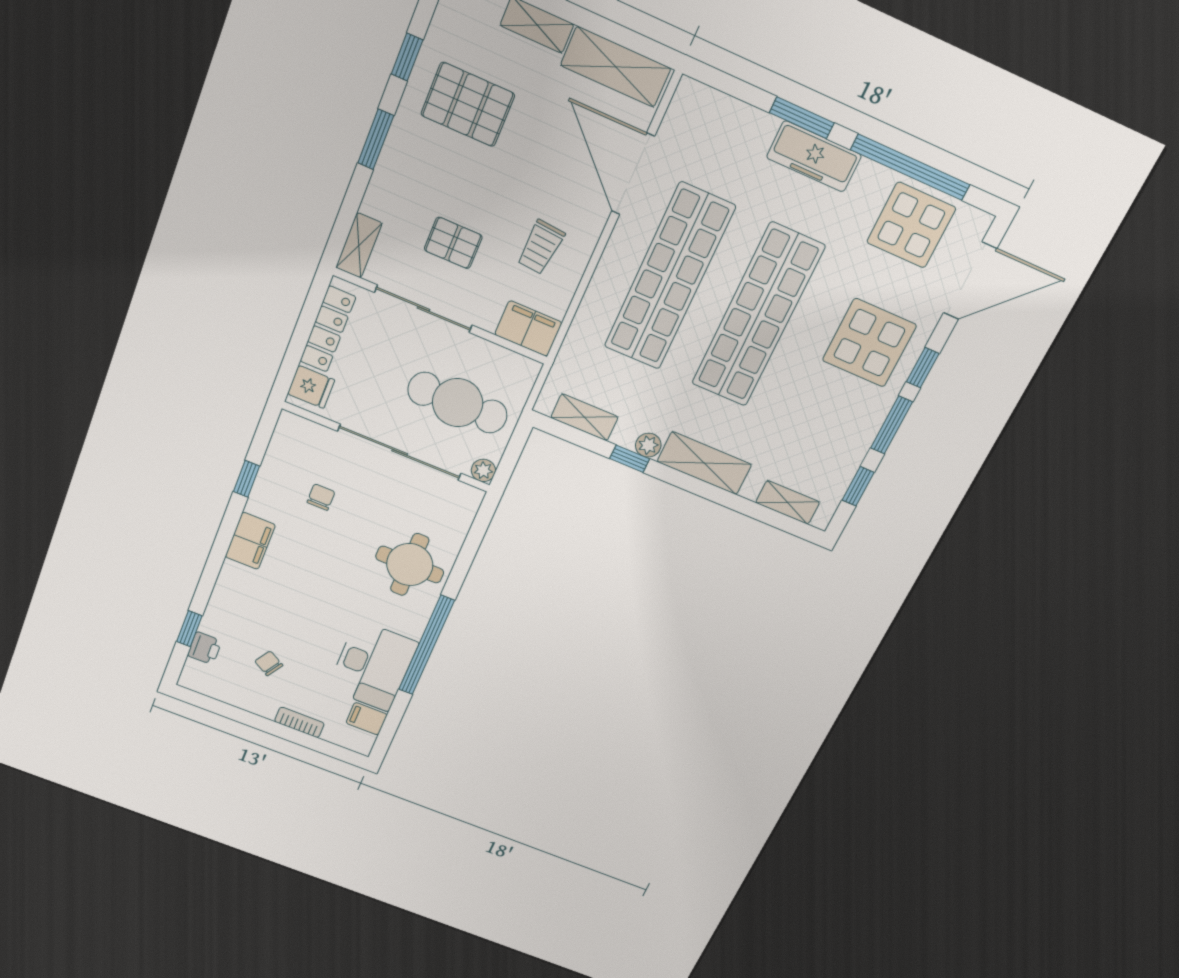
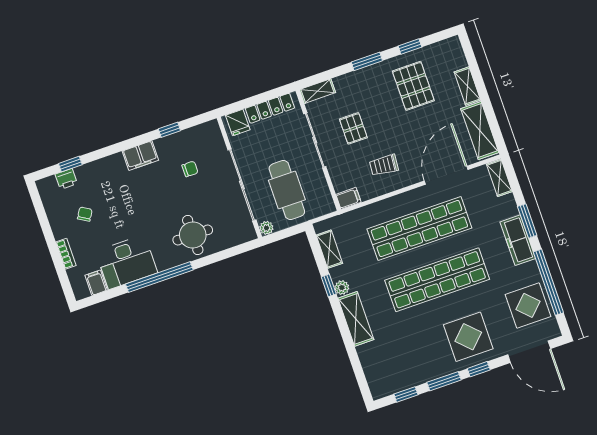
filing cabinet: (528, 329) -> (348, 198), width x0.50
shelving: (788, 502) -> (499, 178), moved

